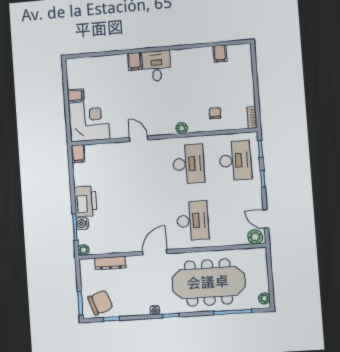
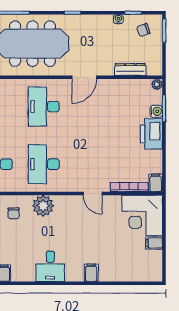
desk: (156, 66) -> (50, 266), moved
plant: (182, 128) -> (43, 206), width x1.88, depth x1.88
bookcase: (103, 148) -> (129, 187), added
chair: (100, 303) -> (143, 30), width x0.54, depth x0.54
water cooler: (155, 310) -> (118, 19), moved

